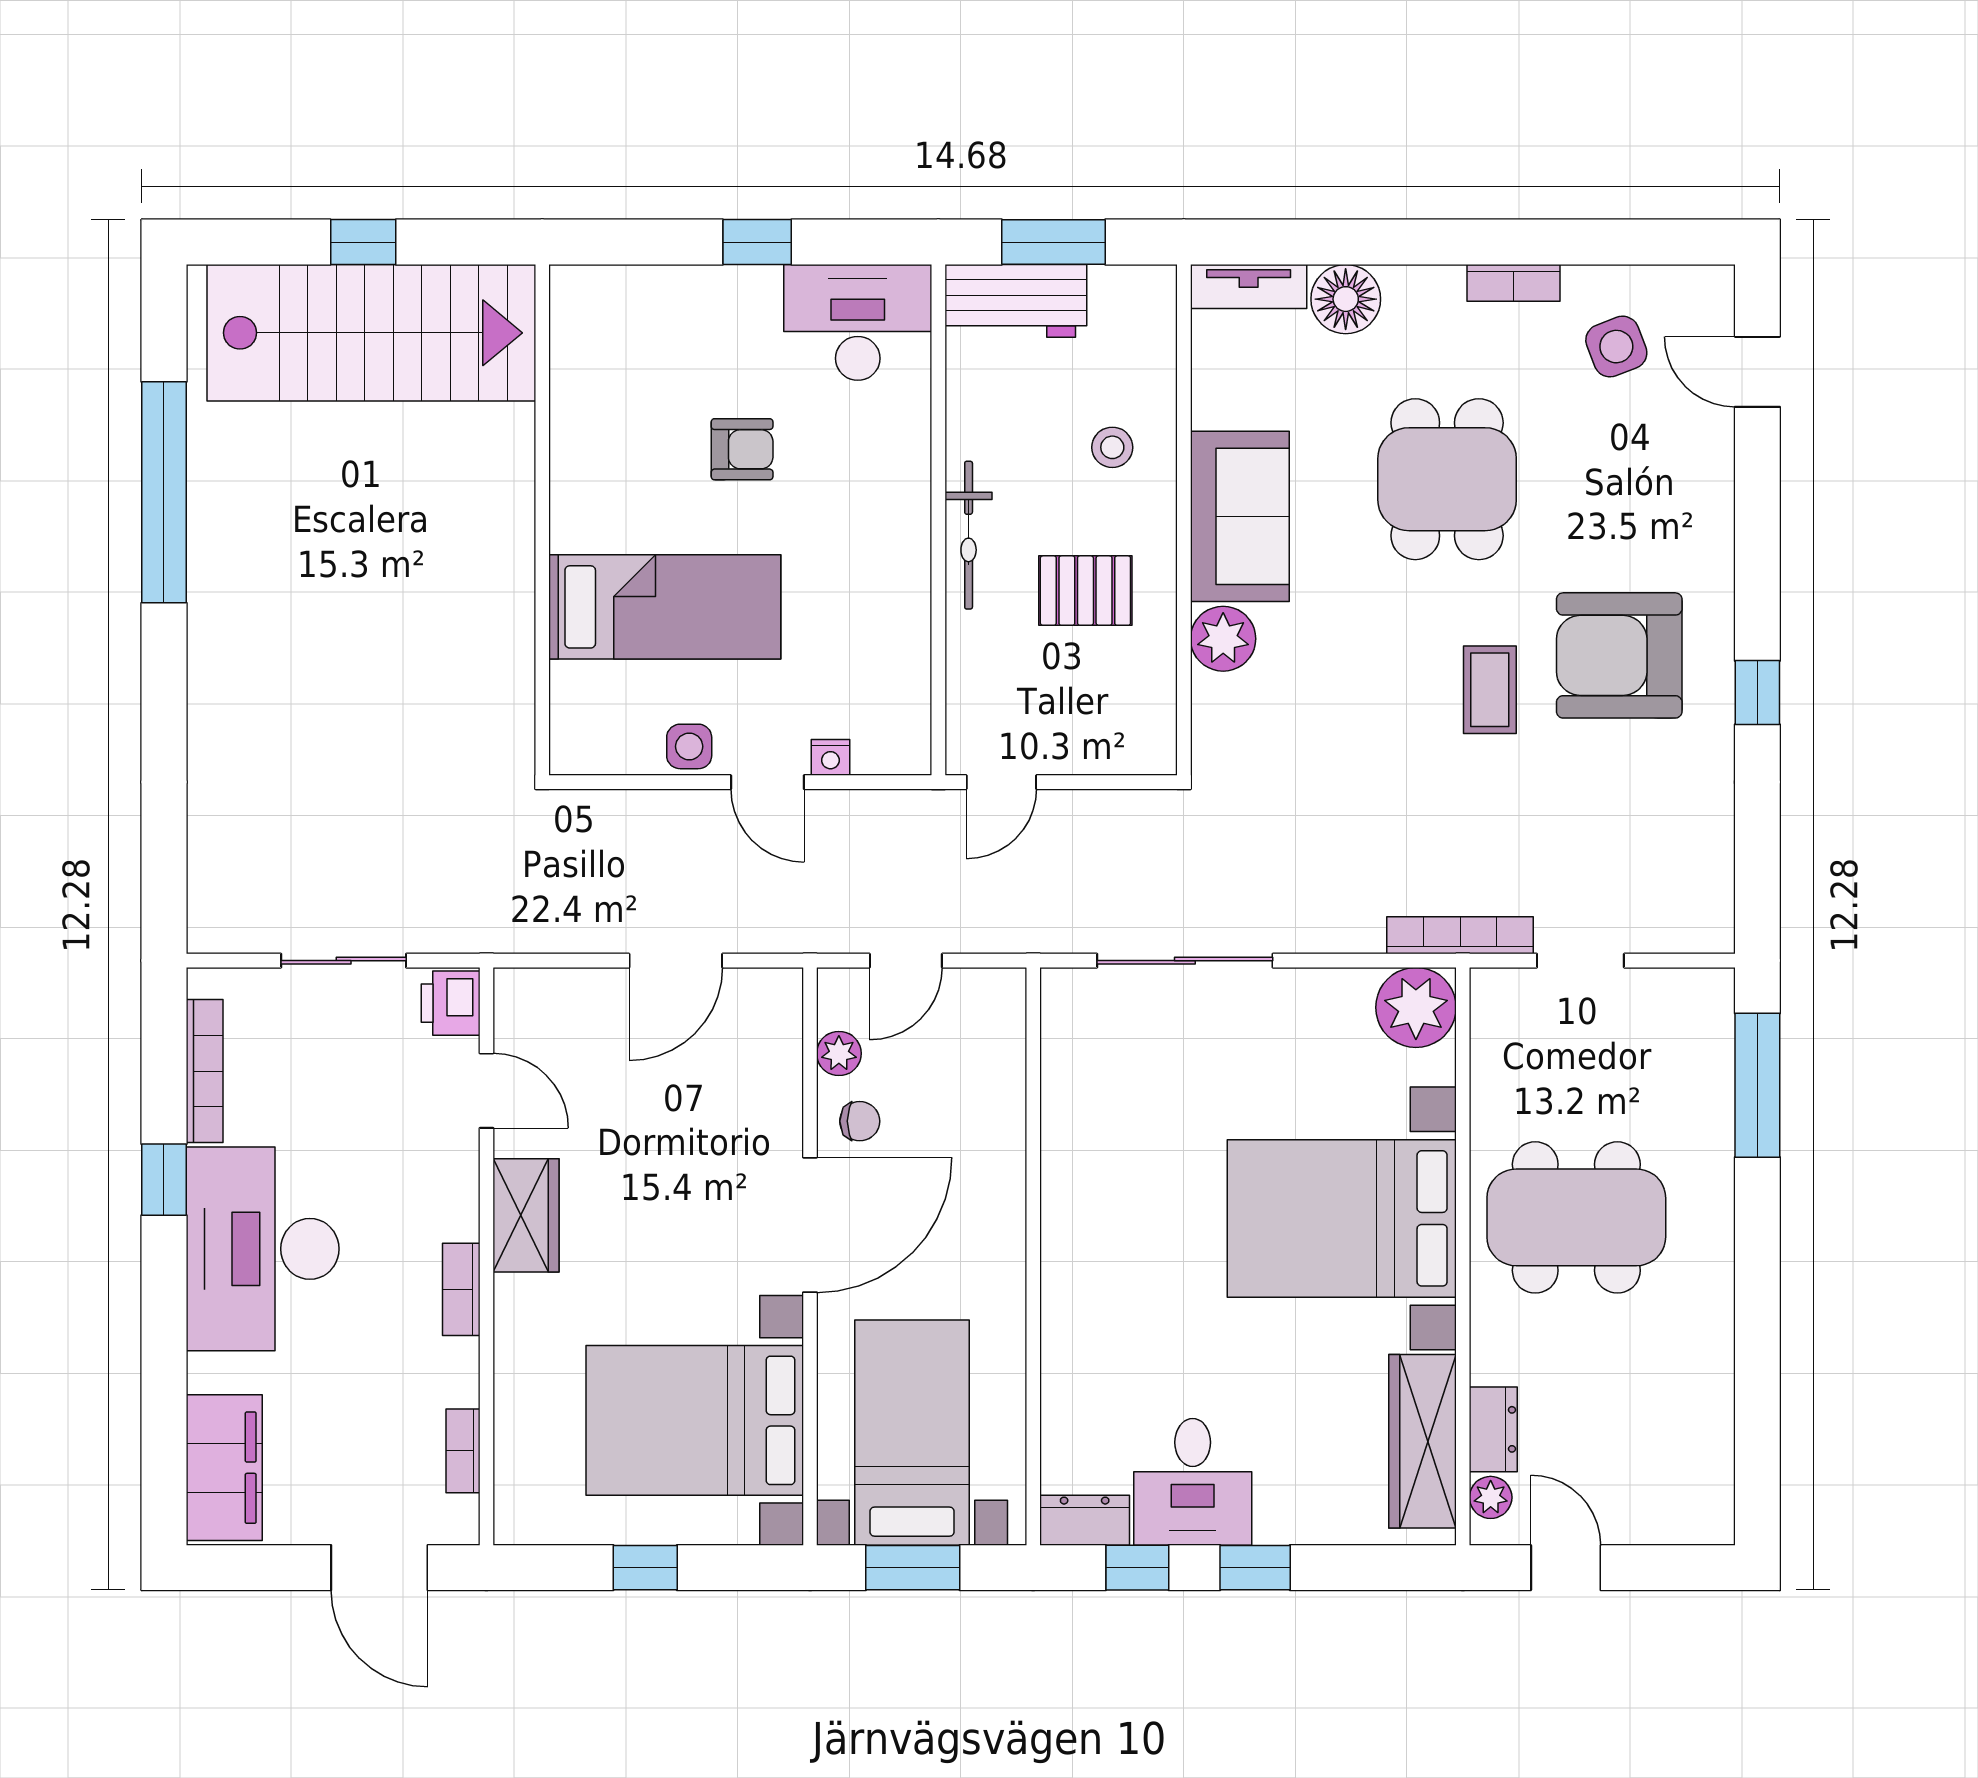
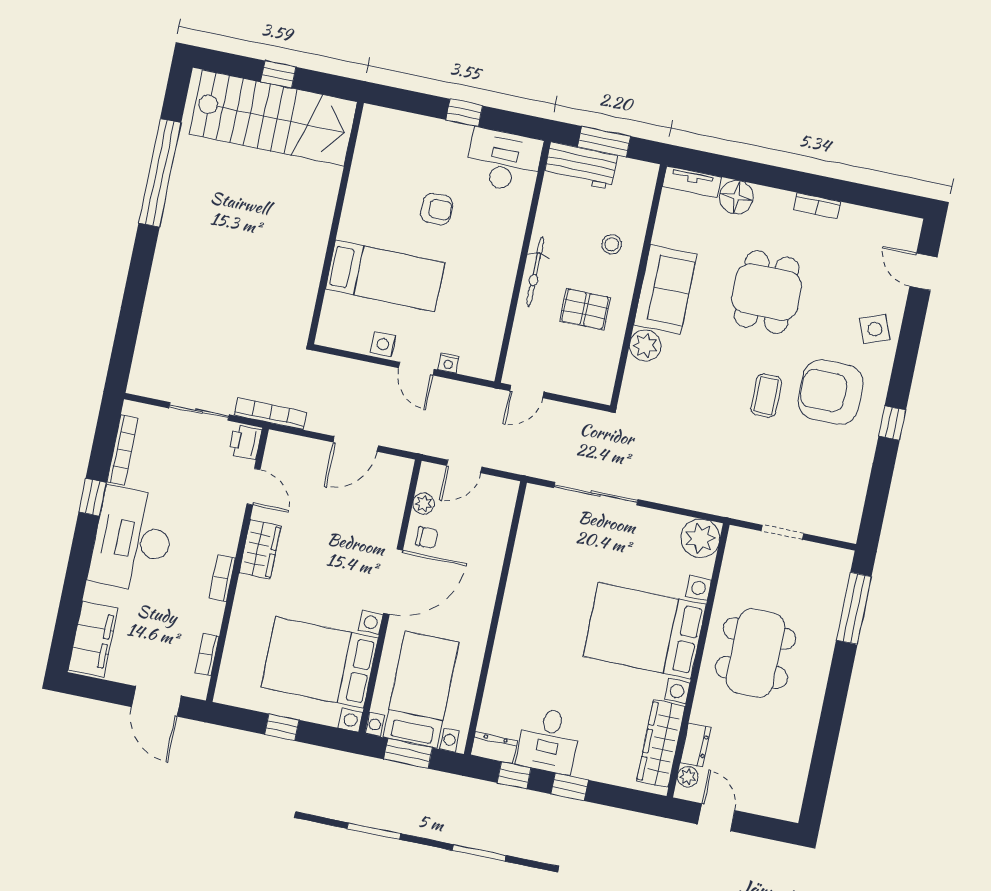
side table: (1616, 347) -> (875, 329), moved
bookcase: (1460, 935) -> (271, 414), moved
dining table: (1576, 1217) -> (755, 653), turned 90

